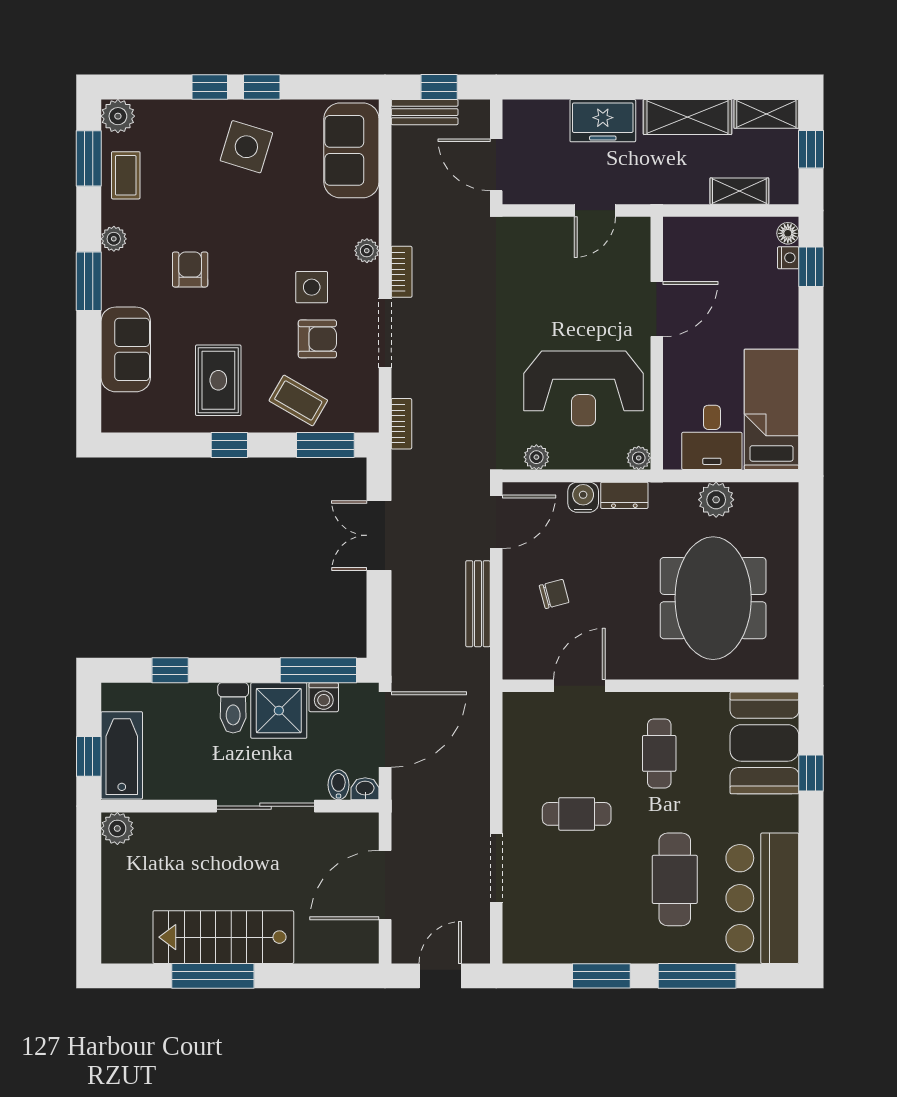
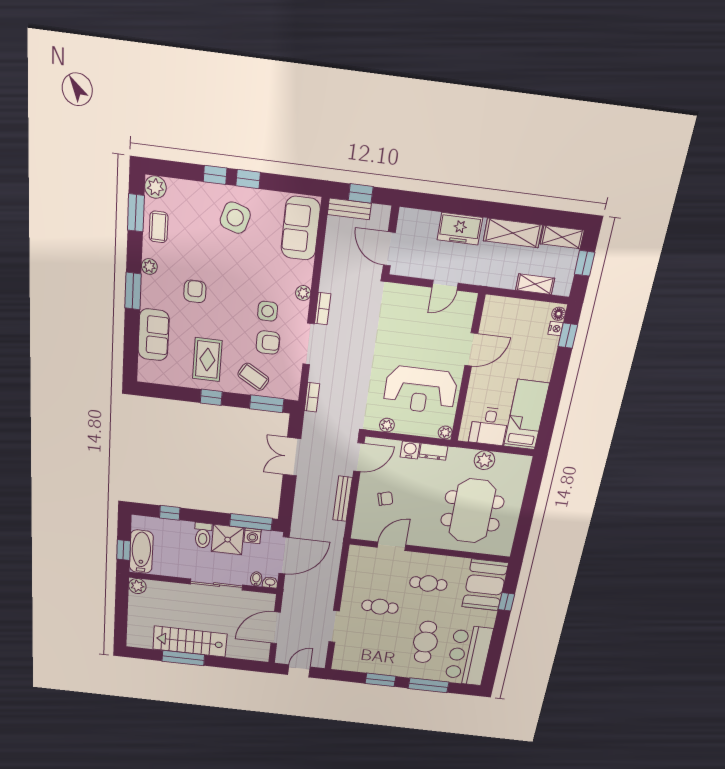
cafe table: (659, 753) -> (428, 584), turned 90

